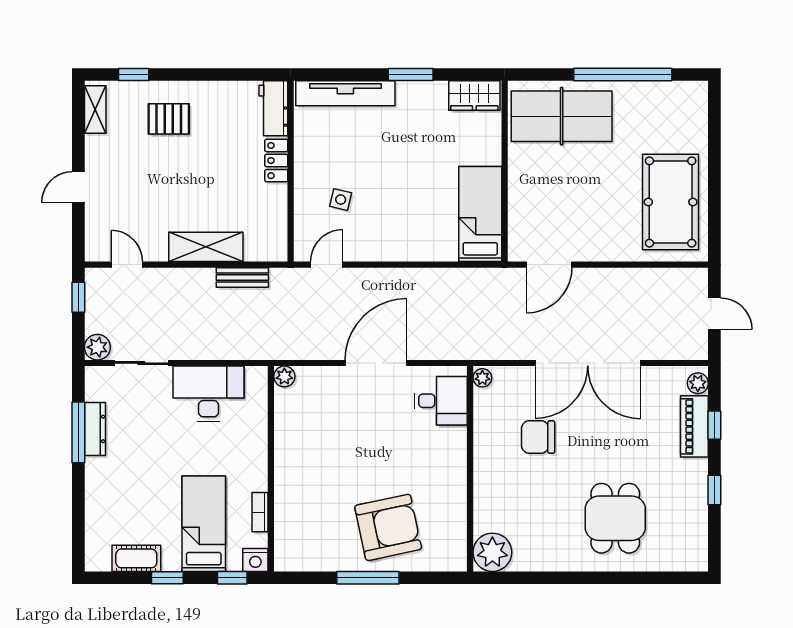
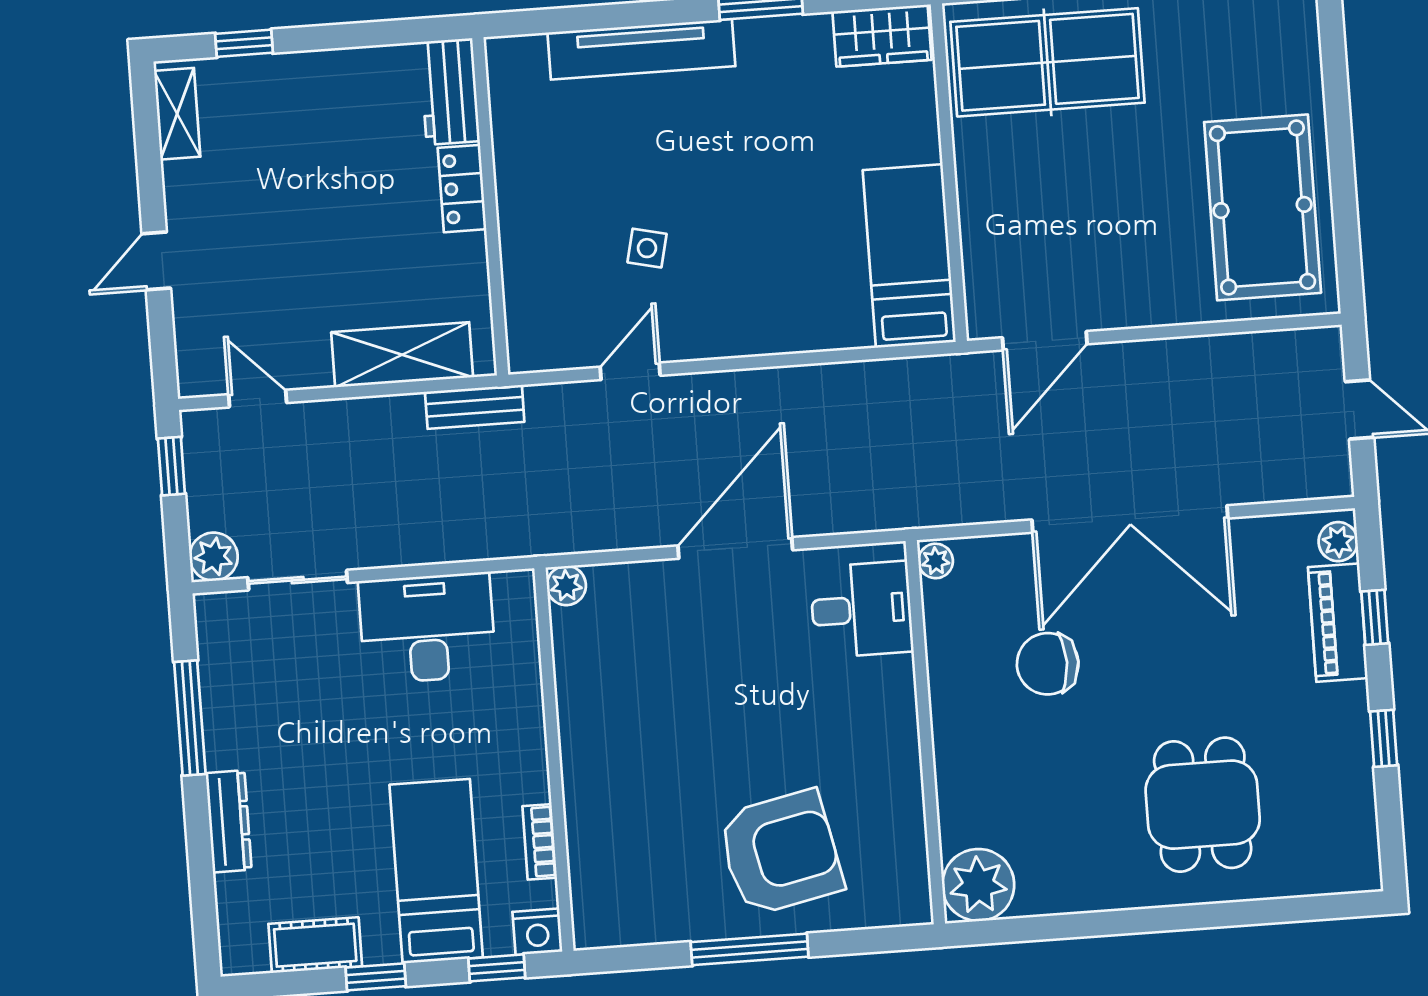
workbench: (273, 108) -> (450, 92), moved
pallet: (169, 119) -> (315, 121), removed
locker: (276, 161) -> (462, 189), moved
wall: (291, 171) -> (490, 206), moved
dresser: (95, 429) -> (229, 821), moved

